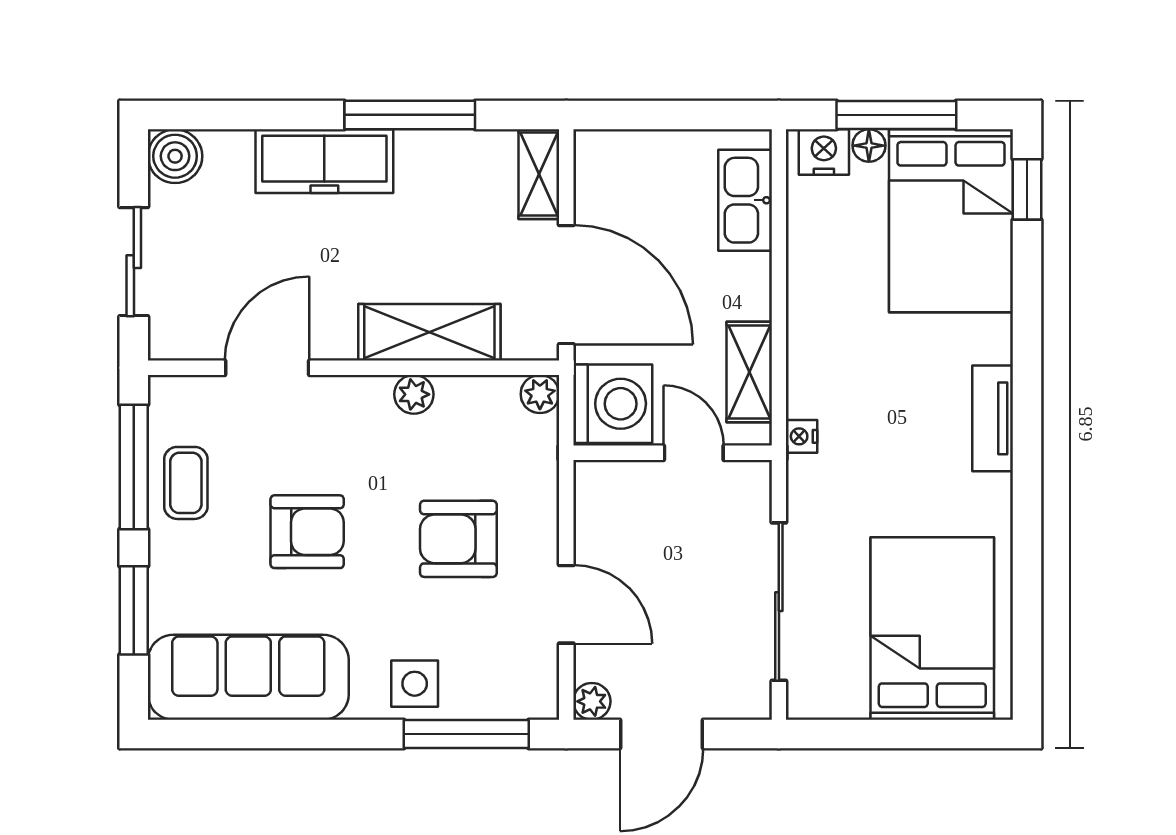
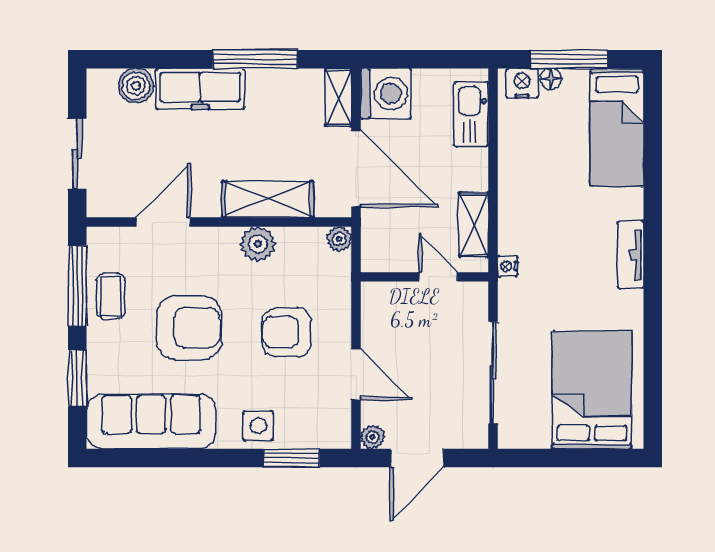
boiler: (175, 156) -> (136, 86), moved
window: (1027, 189) -> (653, 107), removed
bed: (951, 221) -> (617, 127), width x0.67
plant: (414, 394) -> (258, 244), width x1.38, depth x1.38
washing machine: (613, 404) -> (386, 94), moved
armchair: (307, 532) -> (189, 328), width x1.36, depth x1.36
window: (466, 734) -> (292, 458), width x0.69

